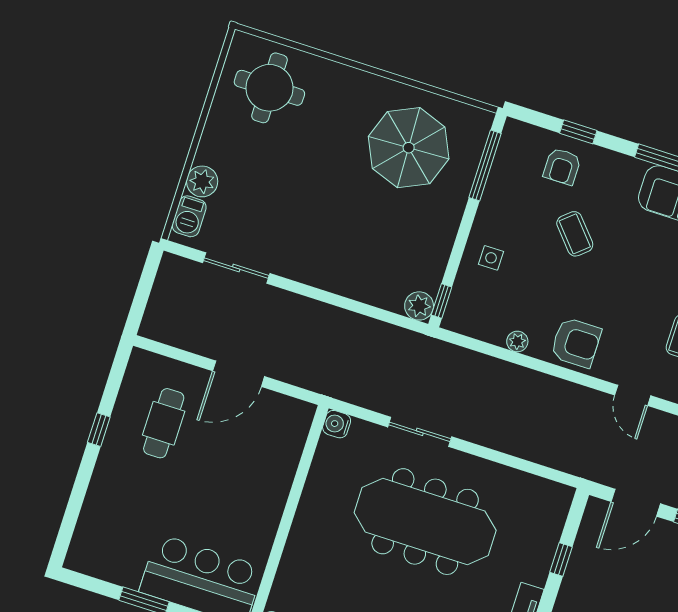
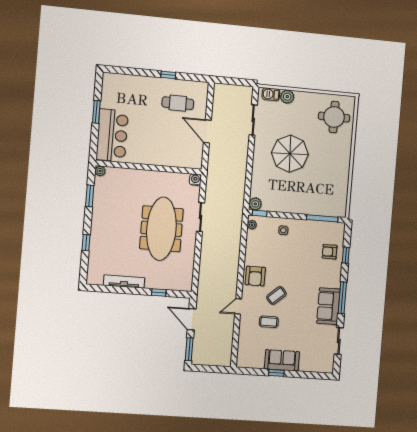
parasol: (409, 148) -> (290, 154), moved
coffee table: (575, 234) -> (276, 295), moved
plant: (517, 341) -> (252, 225), moved

